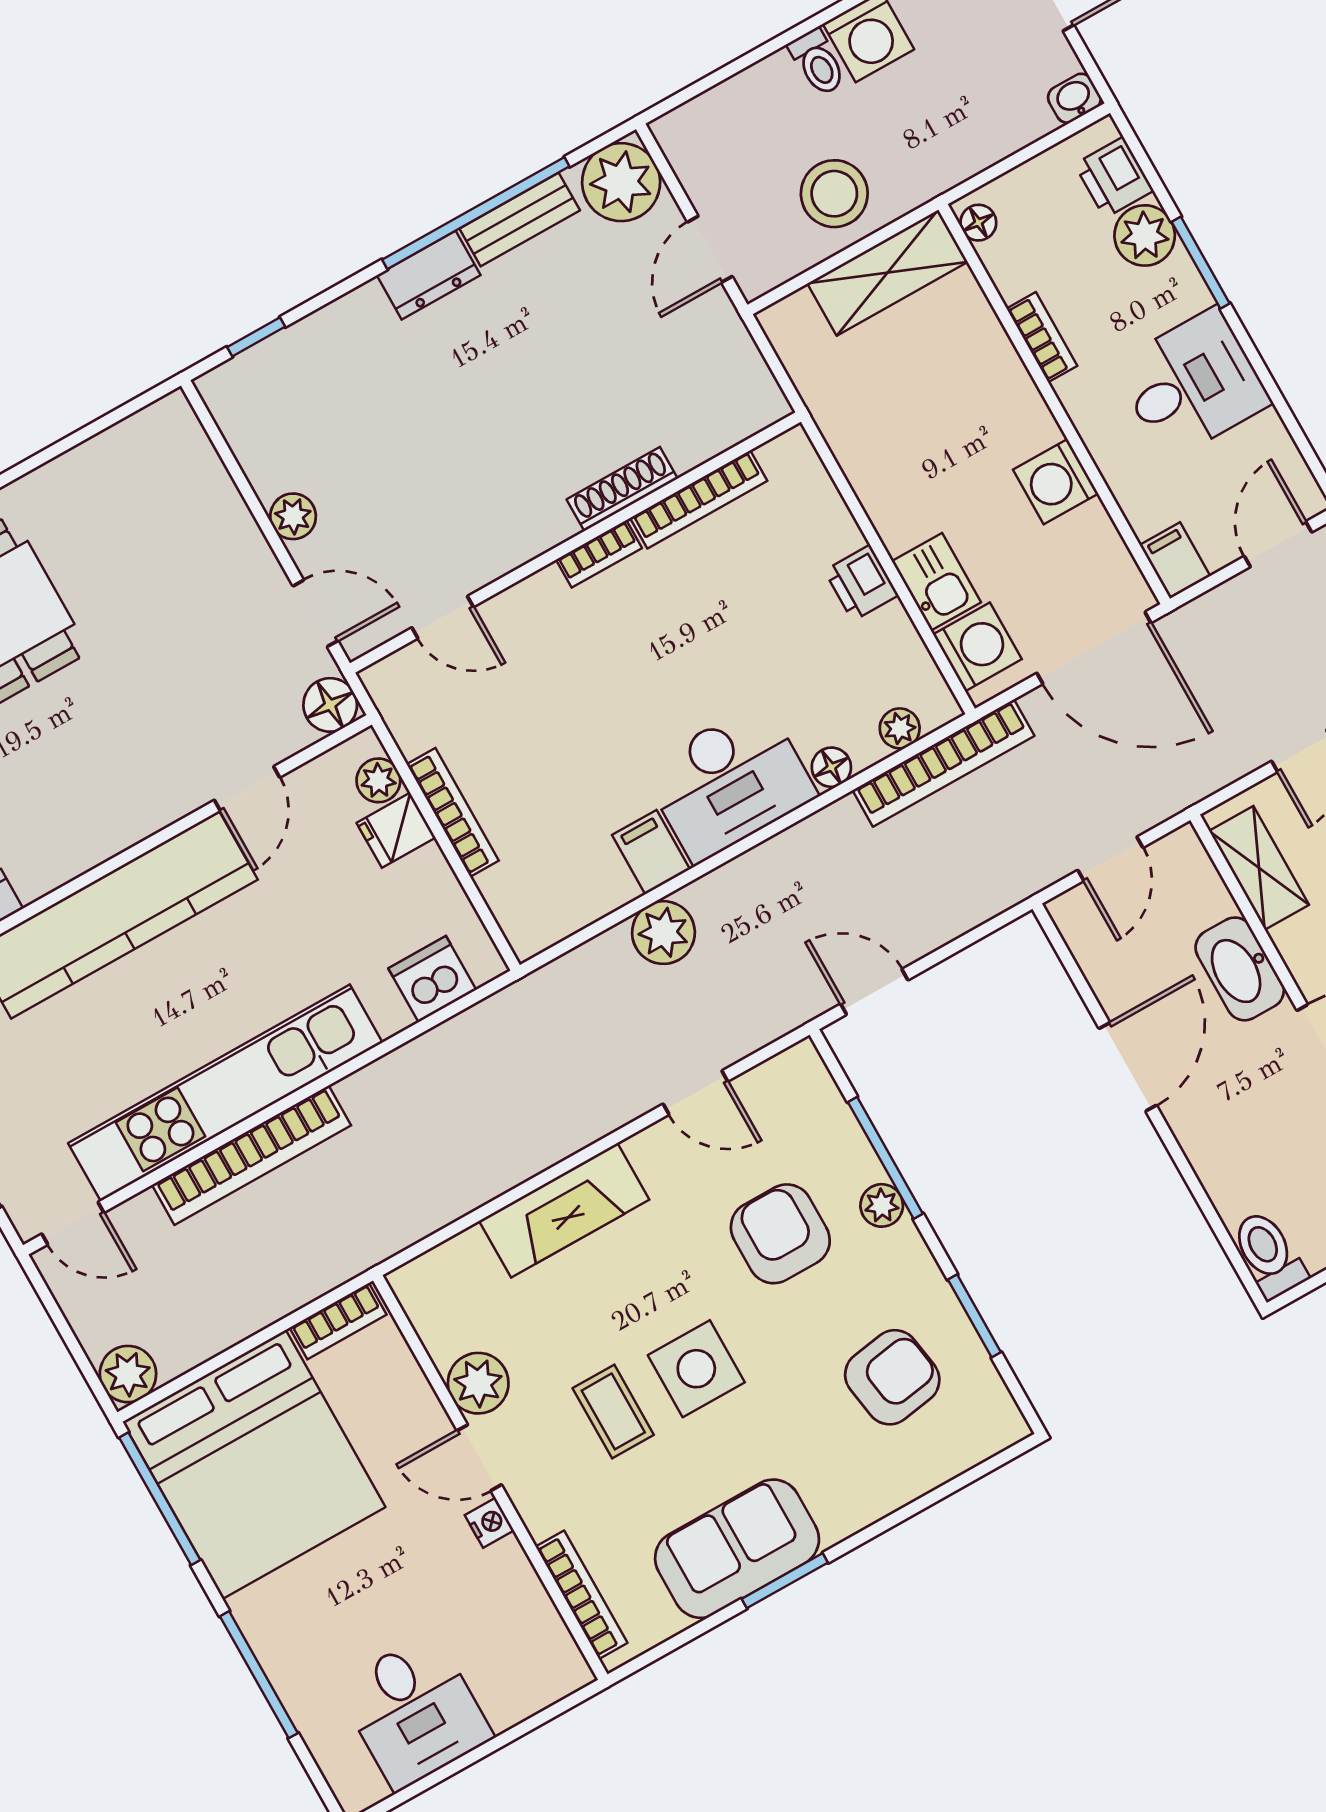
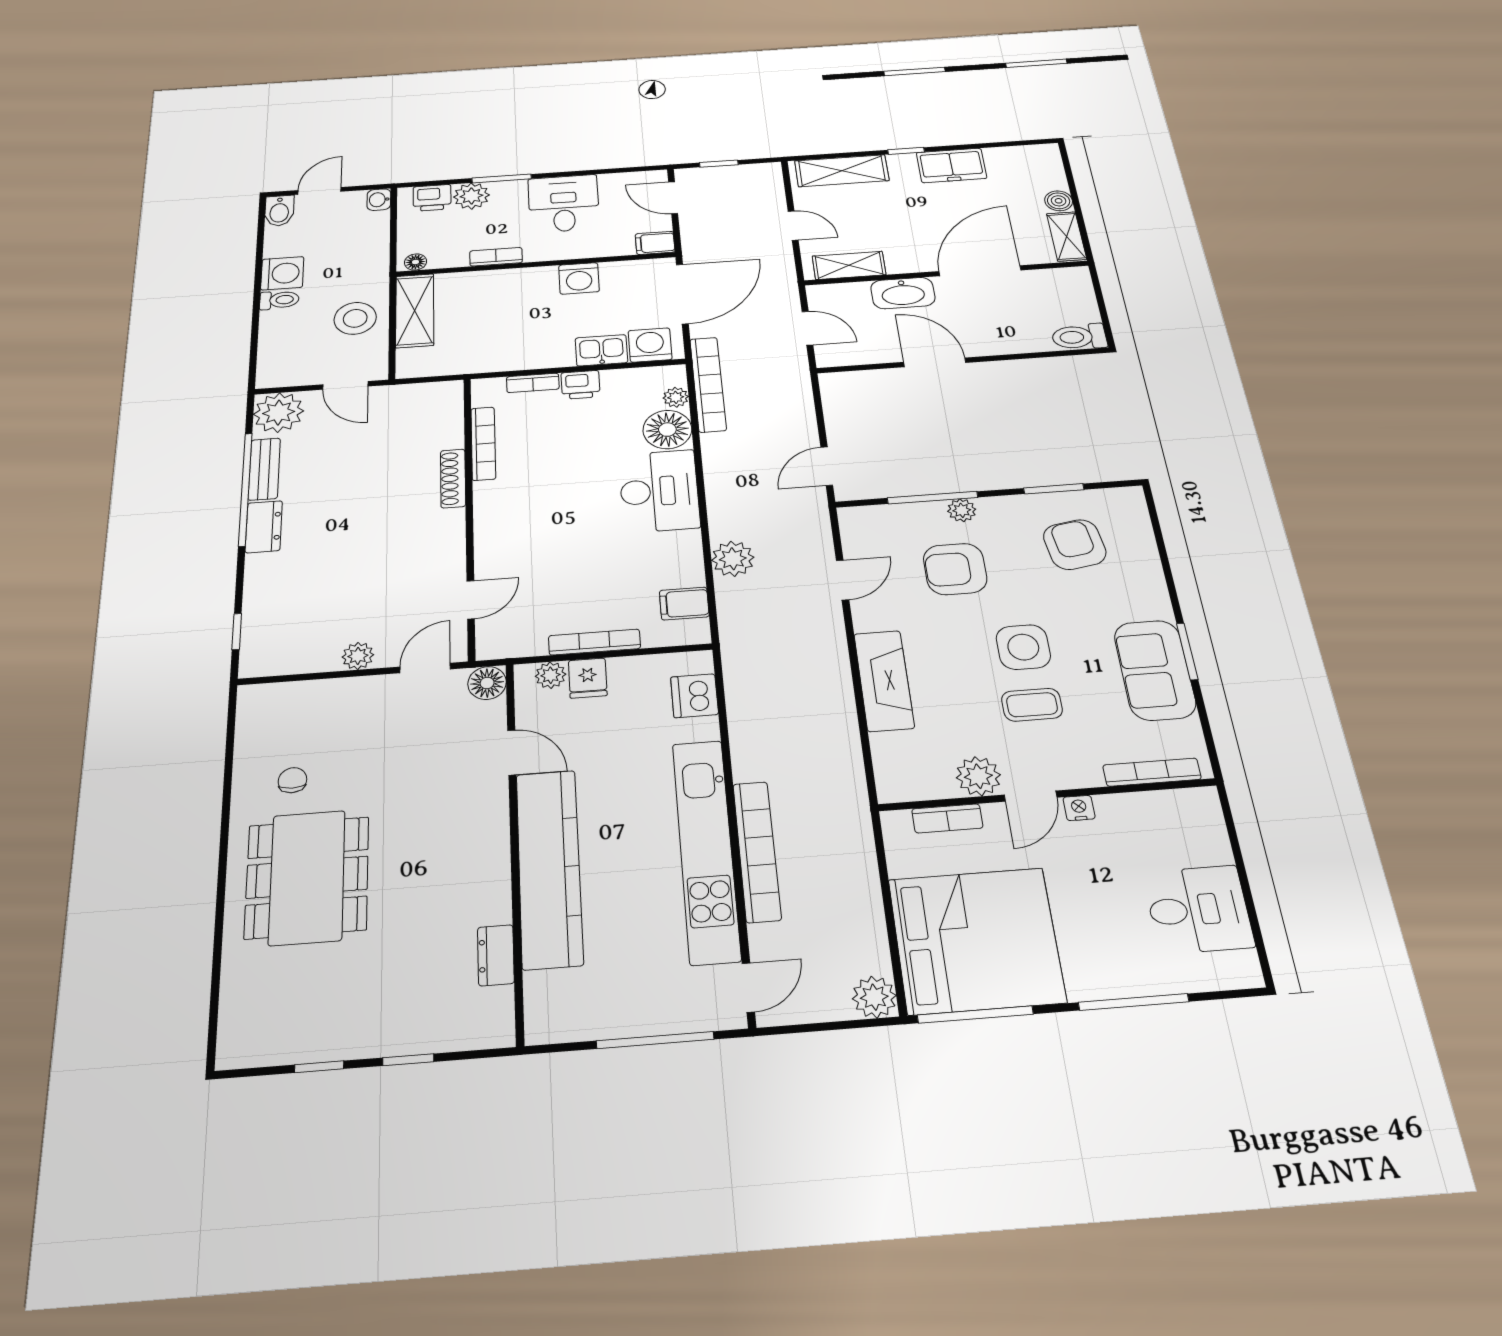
chair: (85, 535) -> (292, 780), added
bookcase: (599, 554) -> (533, 383), moved, turned 90
floor lamp: (831, 767) -> (667, 430), width x1.89, depth x1.89
filing cabinet: (651, 852) -> (684, 604), moved
bookcase: (338, 1321) -> (947, 818), moved, turned 90

